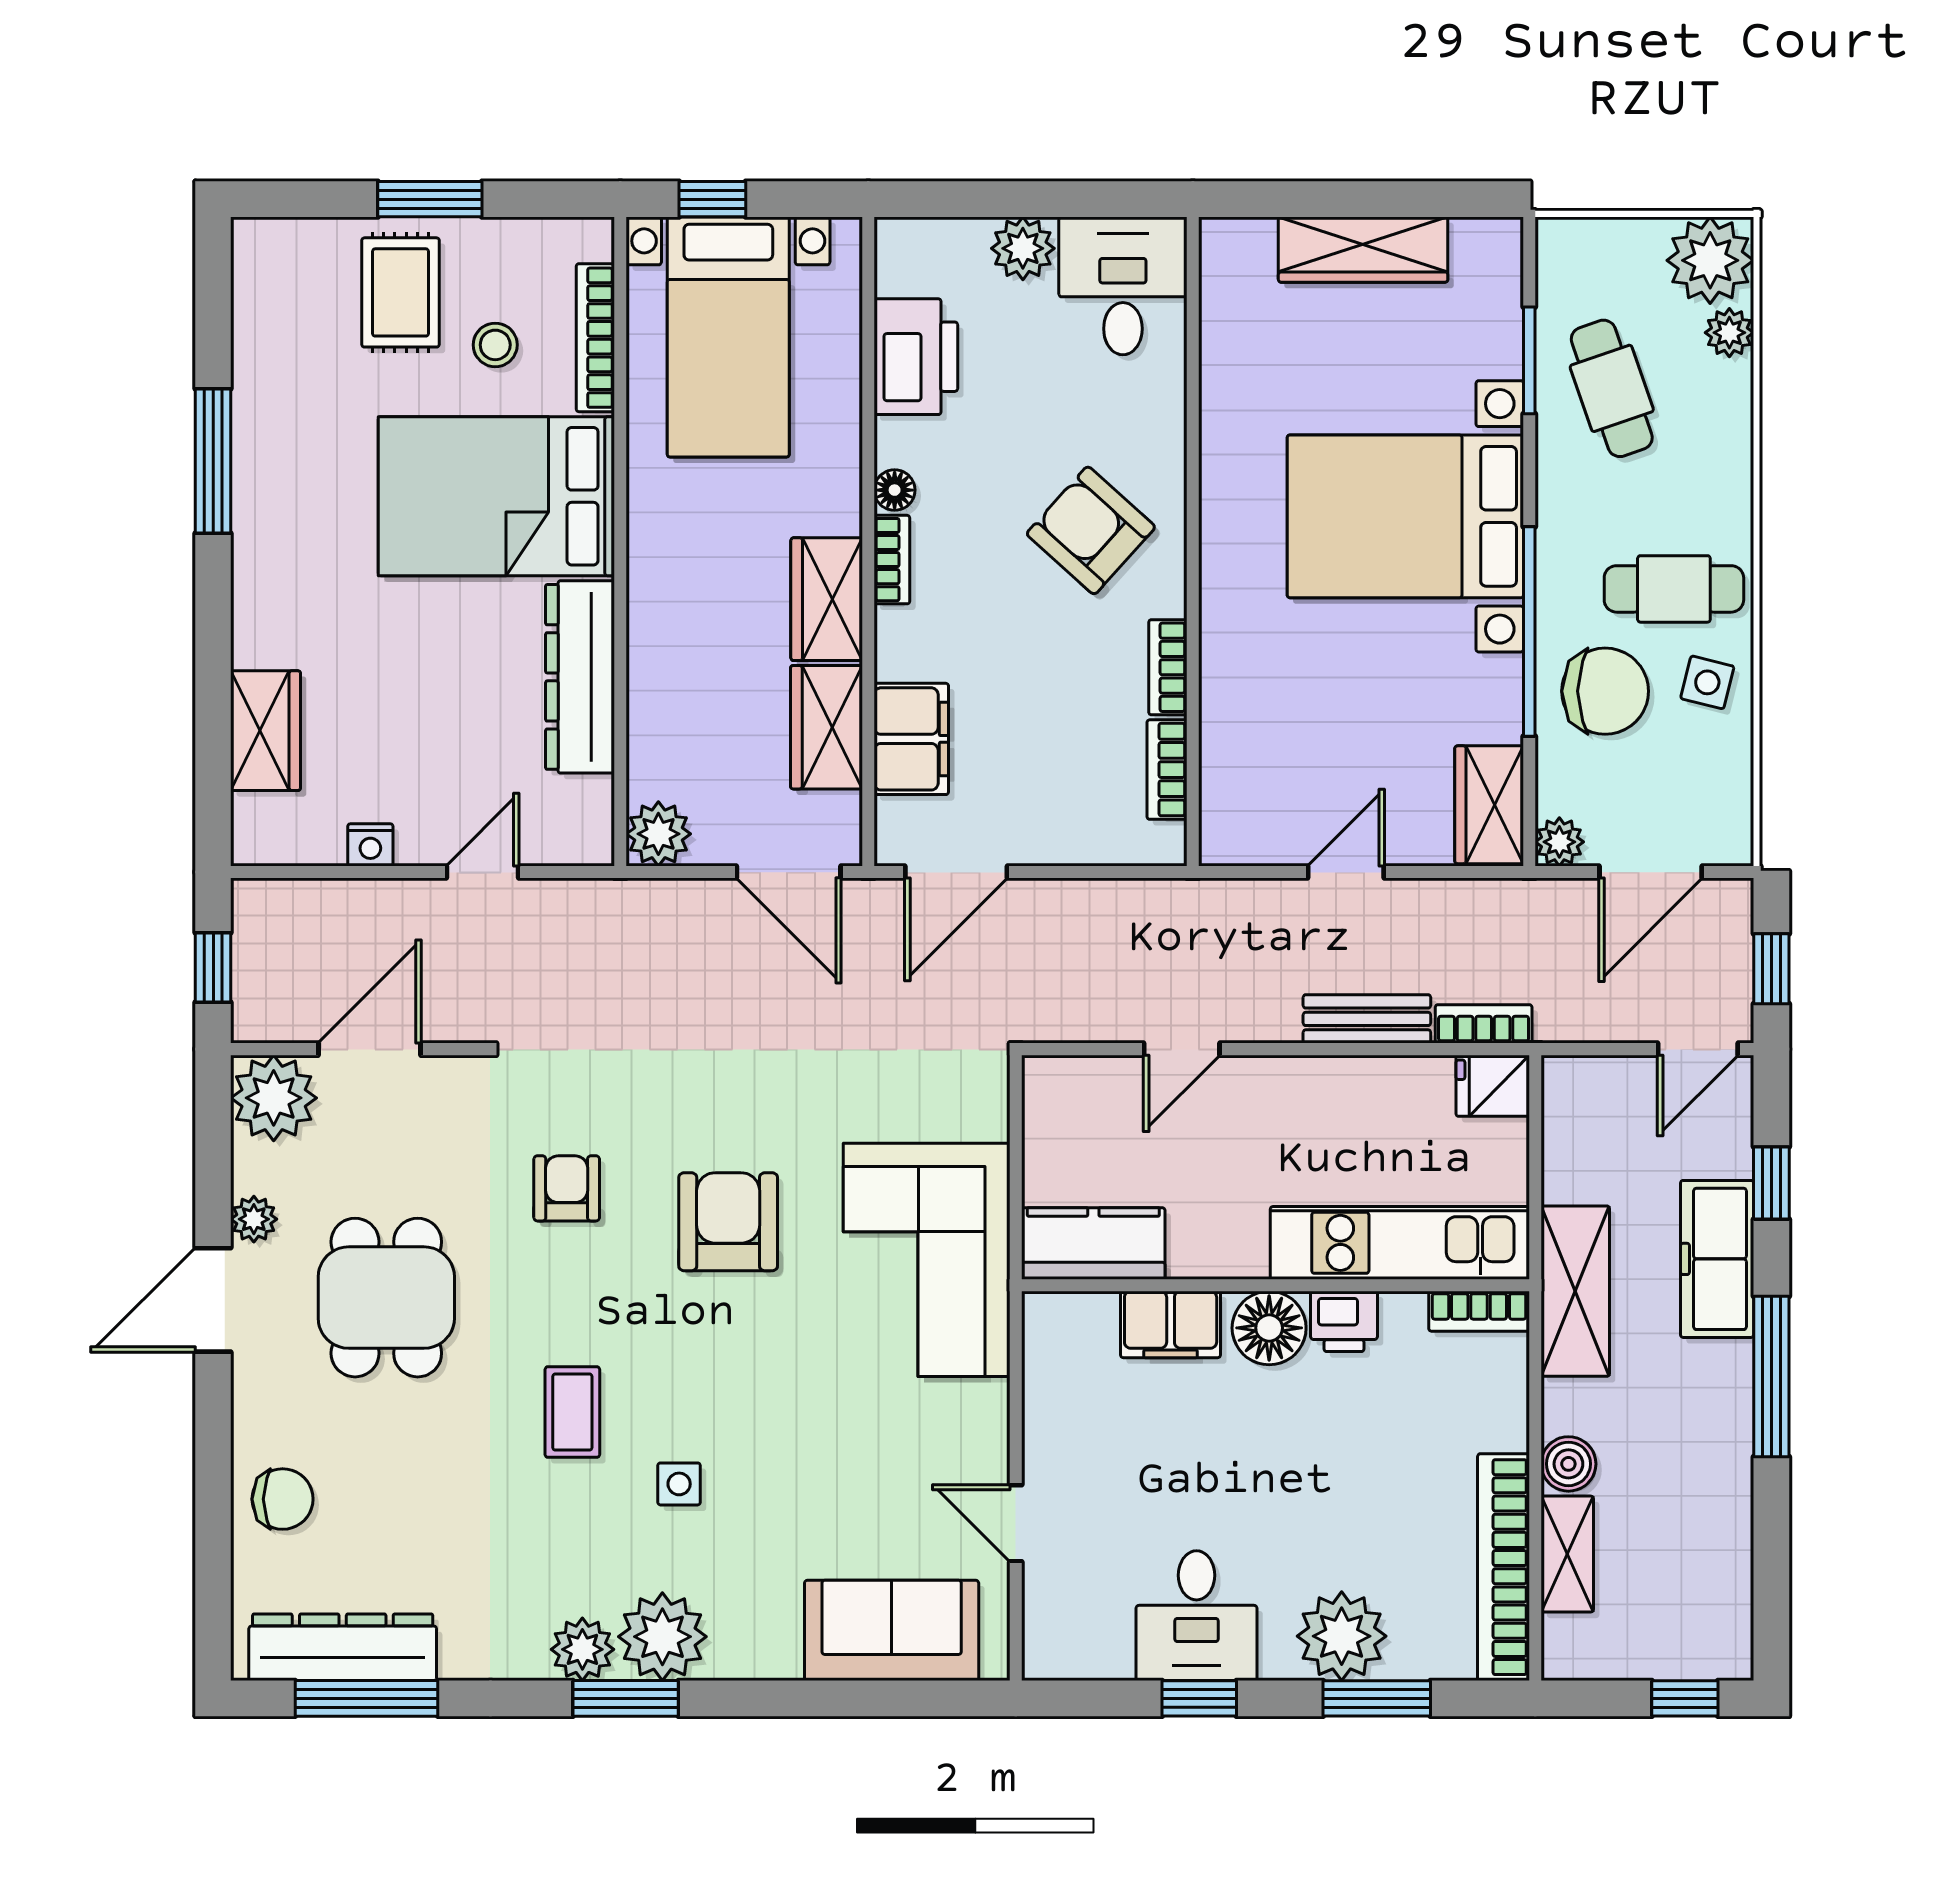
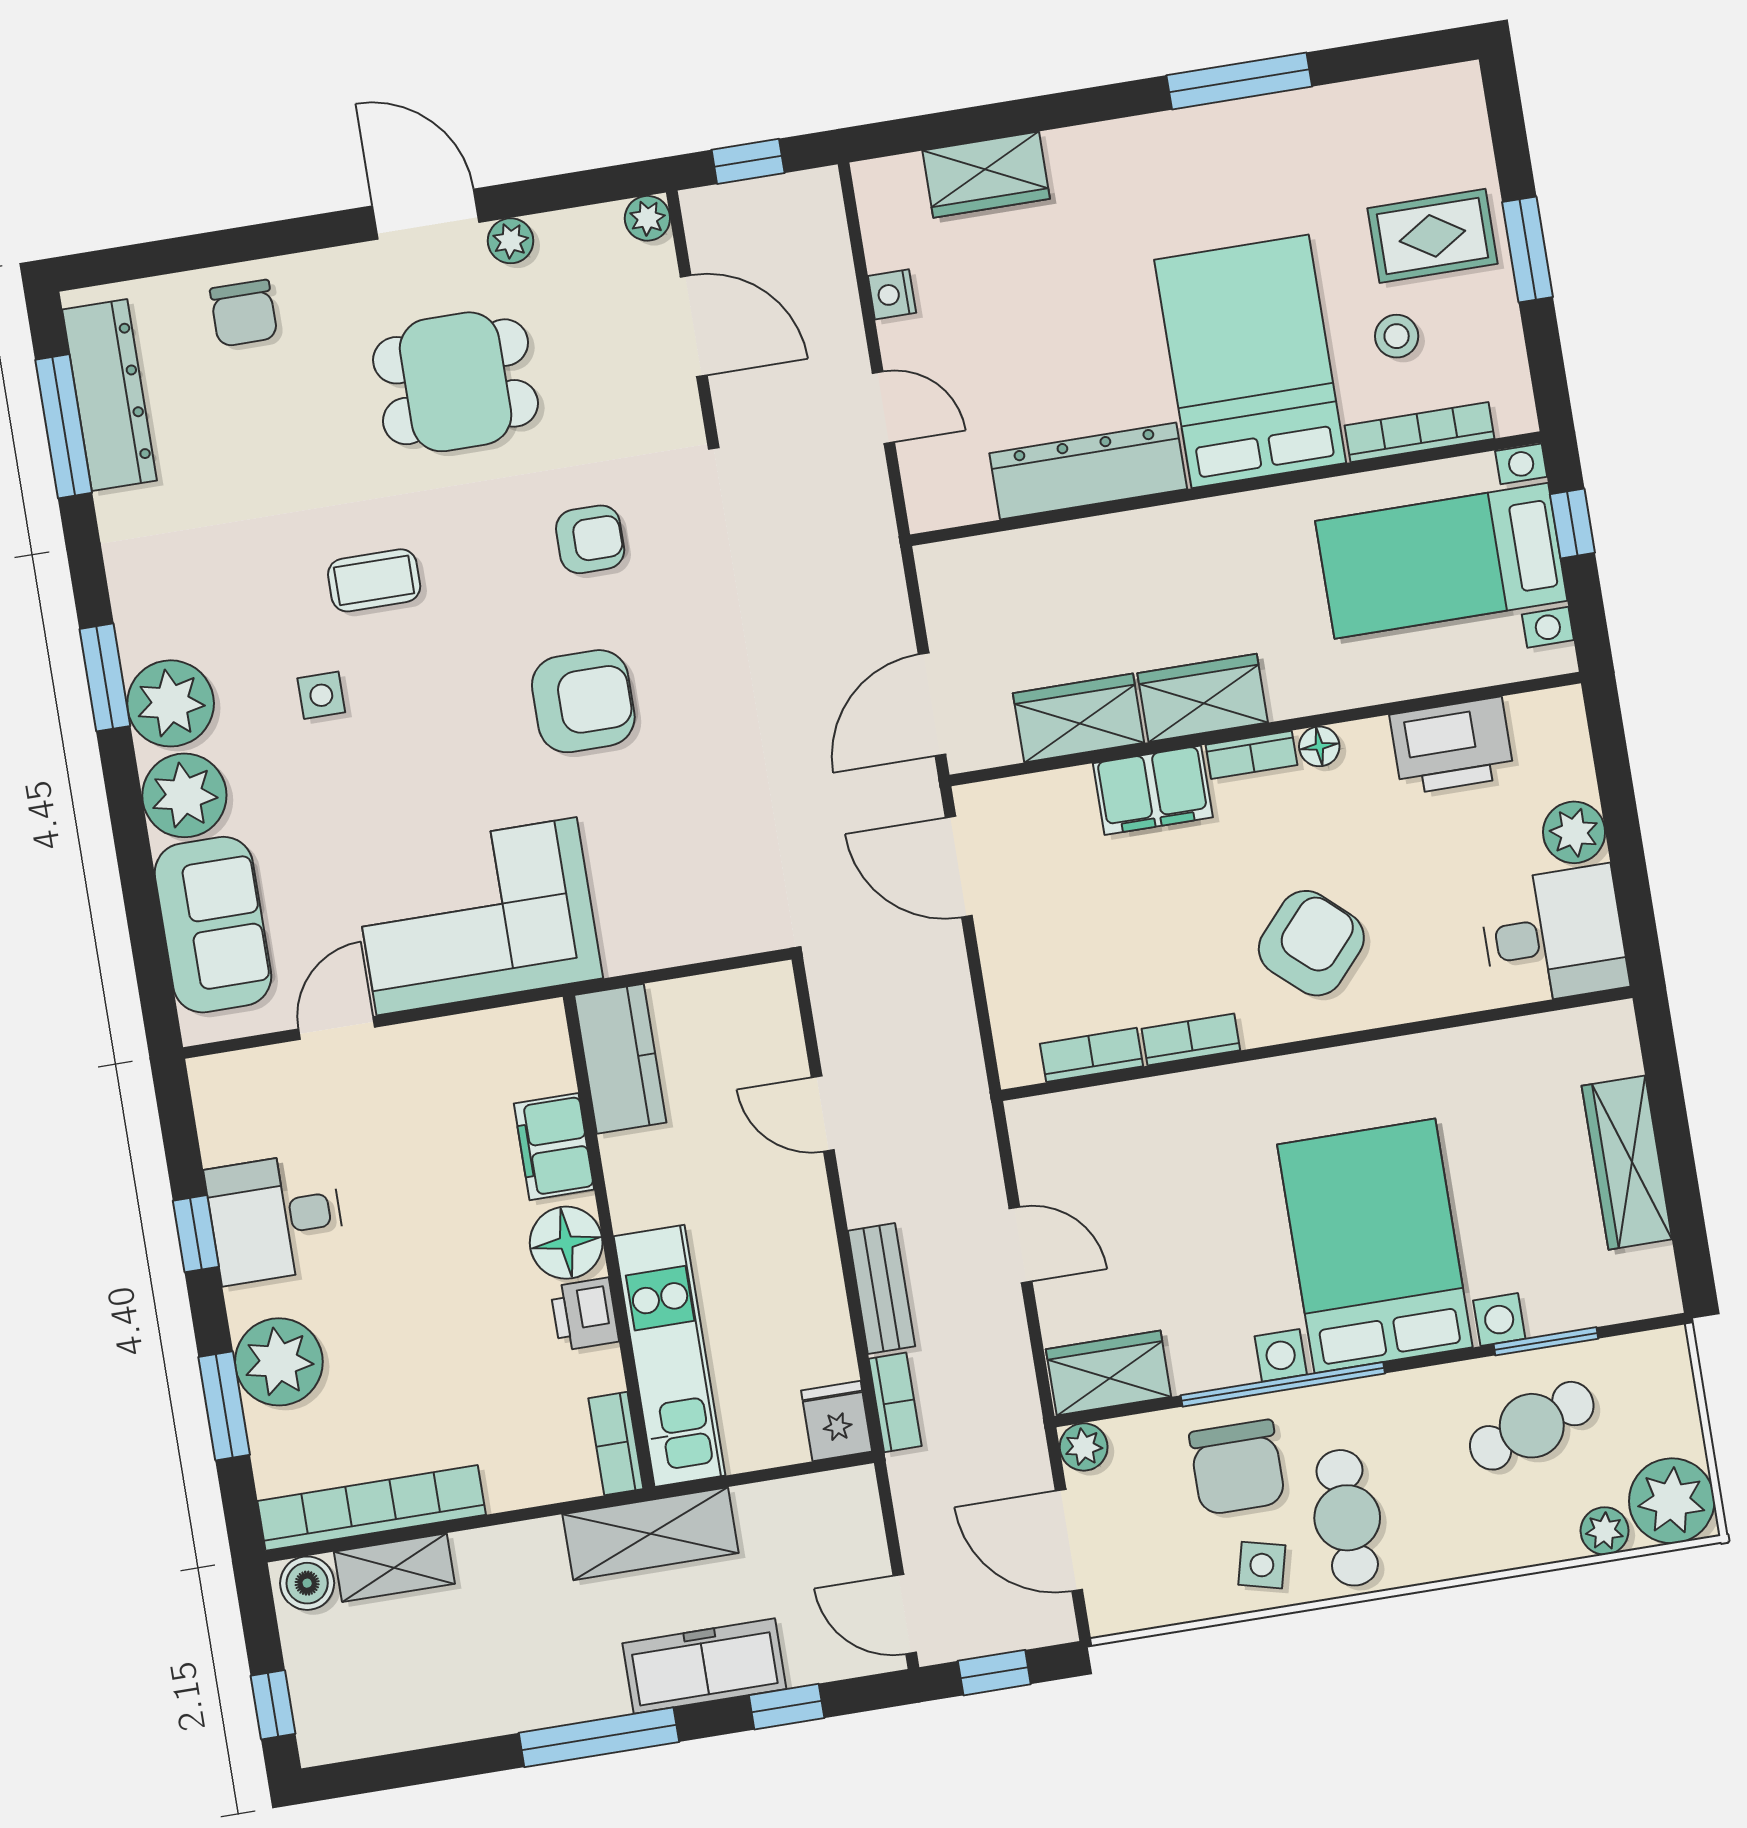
filing cabinet: (911, 739) -> (1153, 790), moved
plant: (658, 834) -> (948, 572), removed
plant: (274, 1098) -> (647, 218), width x0.53, depth x0.53
corner sofa: (927, 1260) -> (477, 916), moved
boiler: (1568, 1464) -> (307, 1583), moved
plant: (582, 1649) -> (184, 795), moved, width x1.36, depth x1.36

